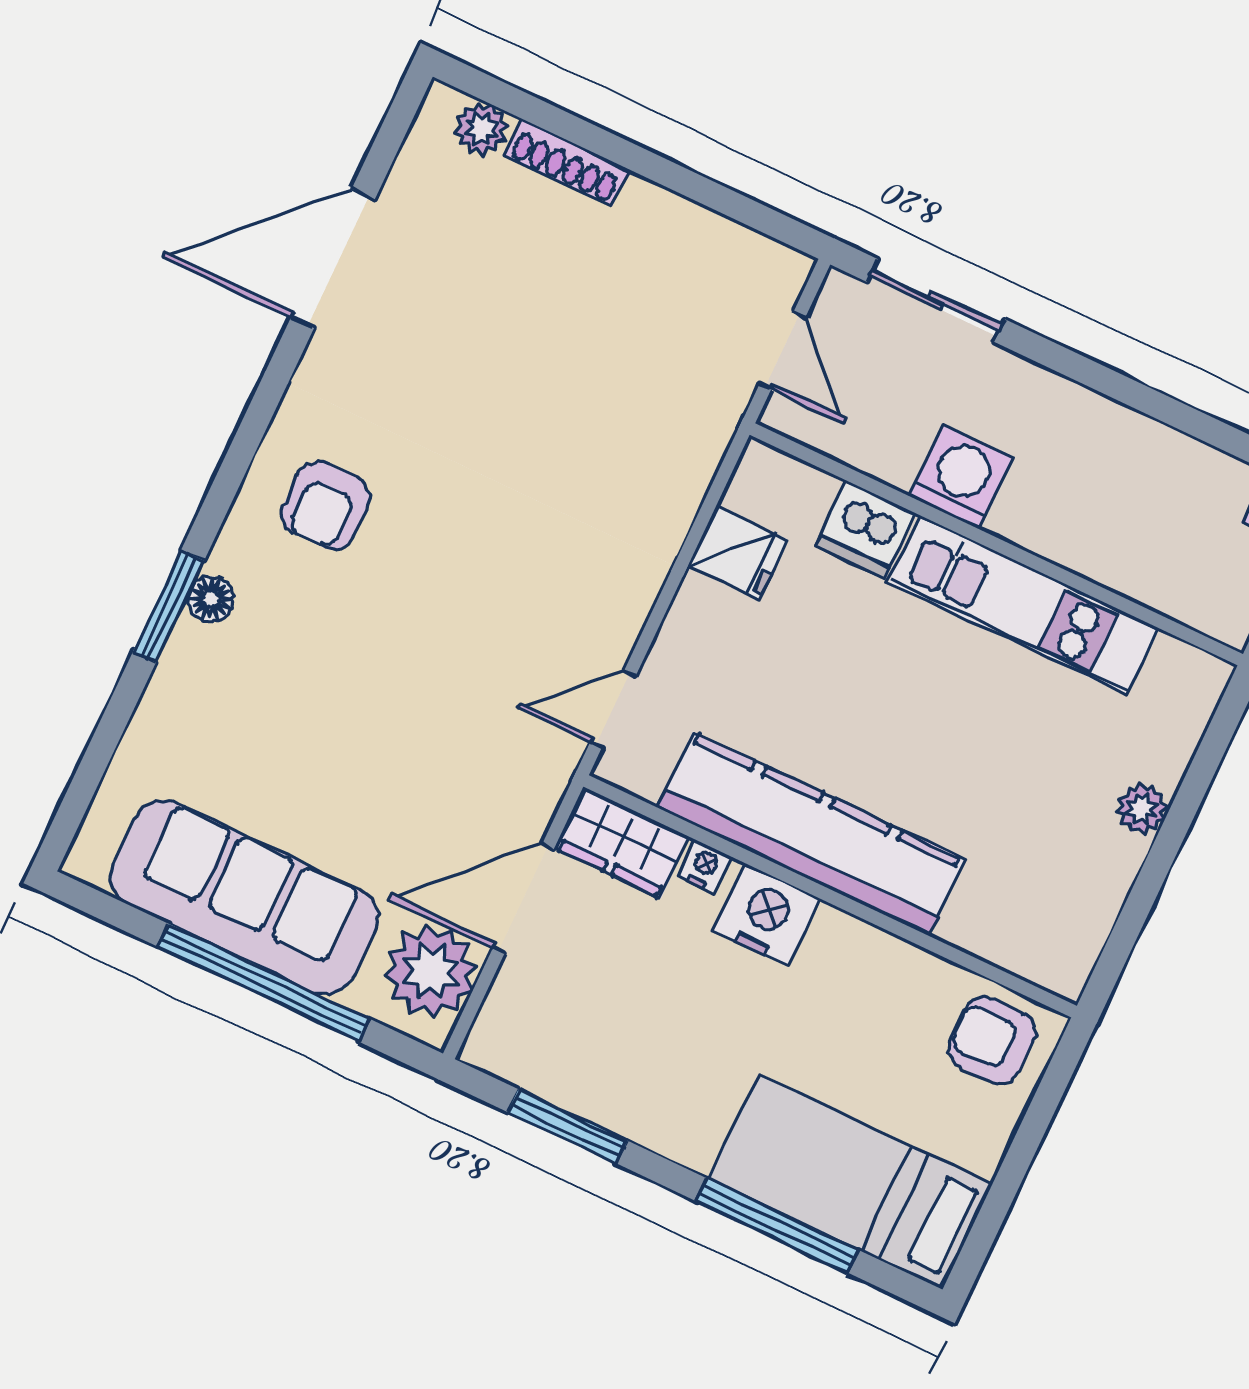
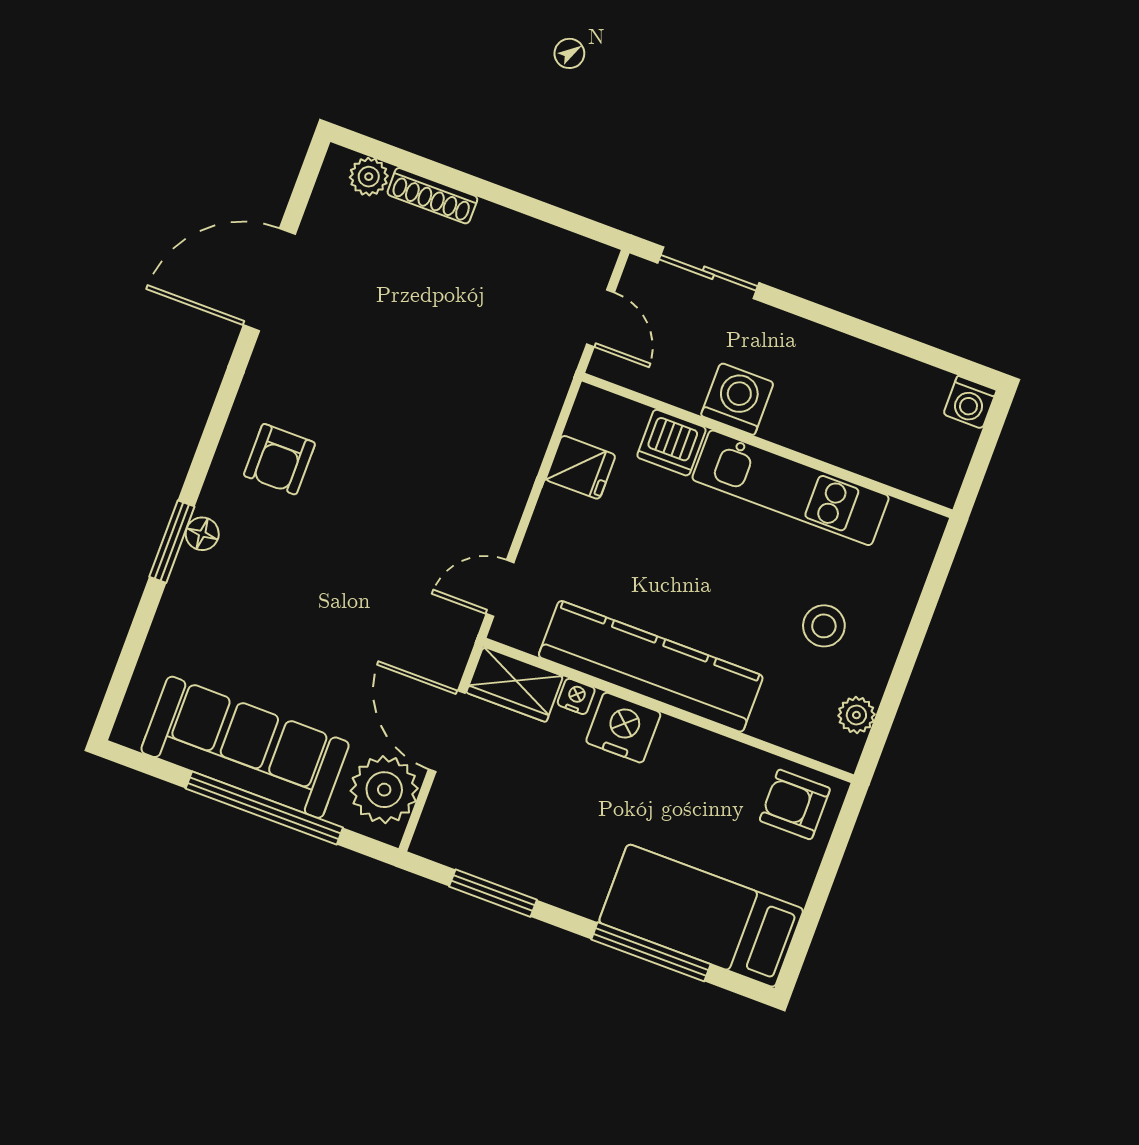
stool: (1053, 799) -> (824, 626), added
plant: (1142, 809) -> (856, 715), moved
door: (523, 899) -> (447, 731), hinge flipped

